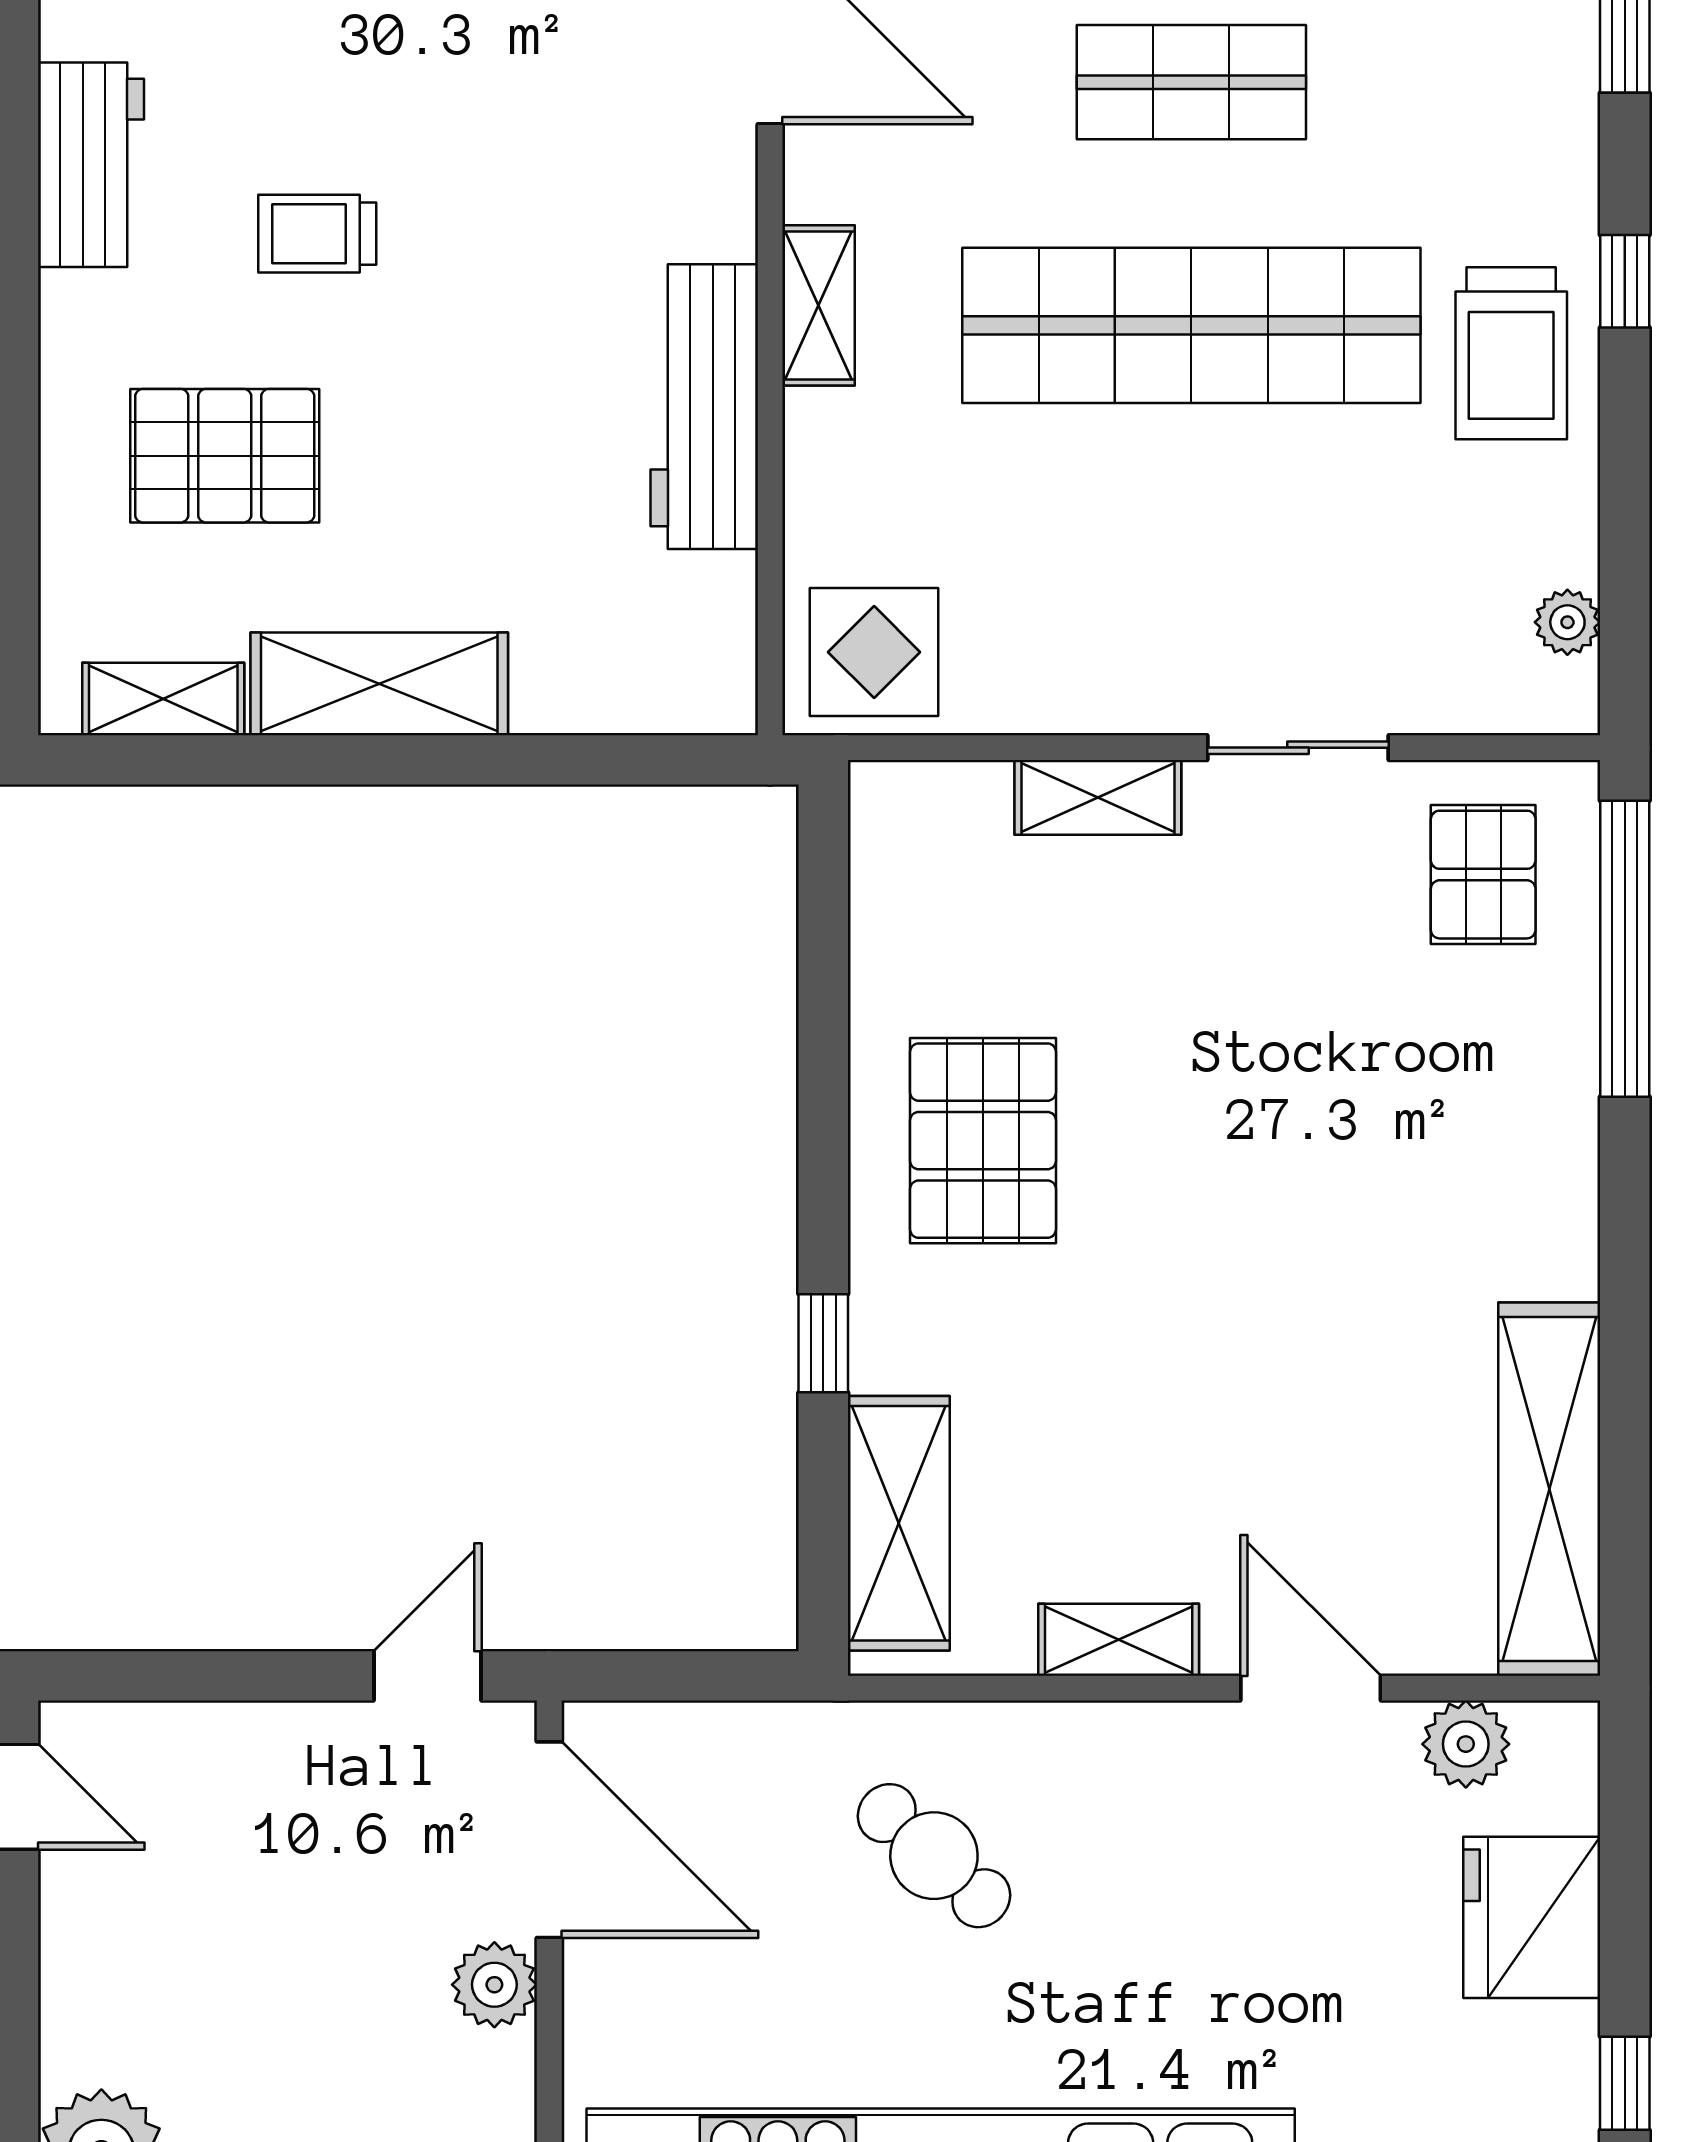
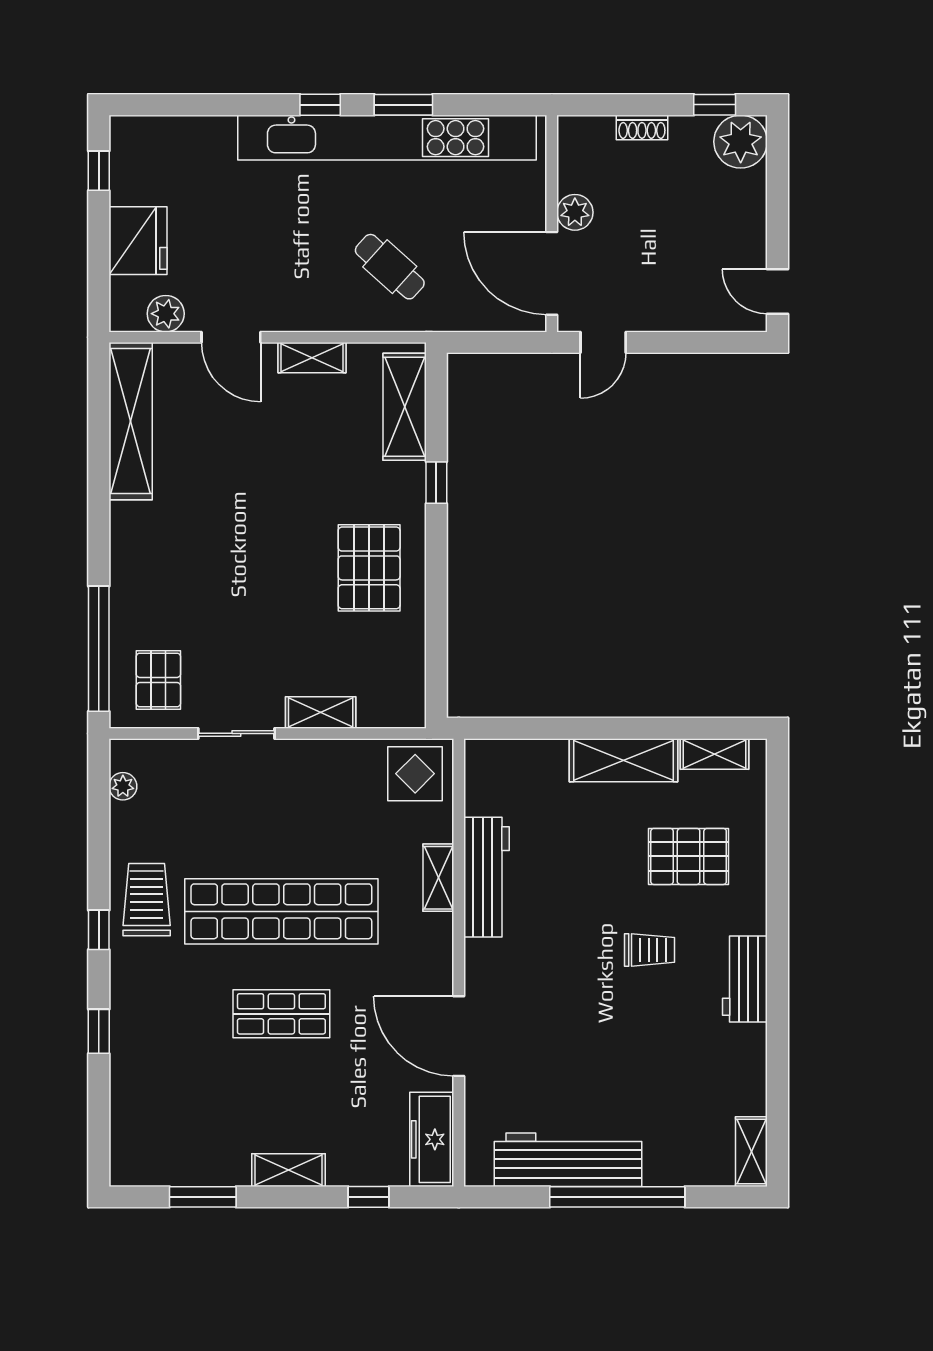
shelving: (818, 305) -> (438, 878), moved

